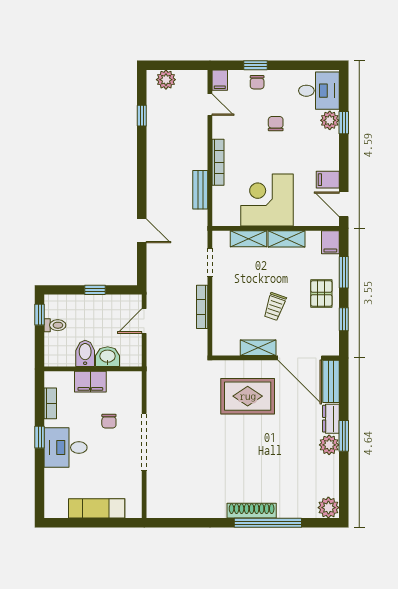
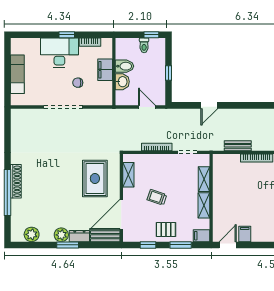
corner desk: (267, 200) -> (231, 192), removed
shelving: (258, 348) -> (128, 175), moved
desk: (66, 448) -> (59, 53), width x1.37
plant: (328, 508) -> (32, 234), moved

